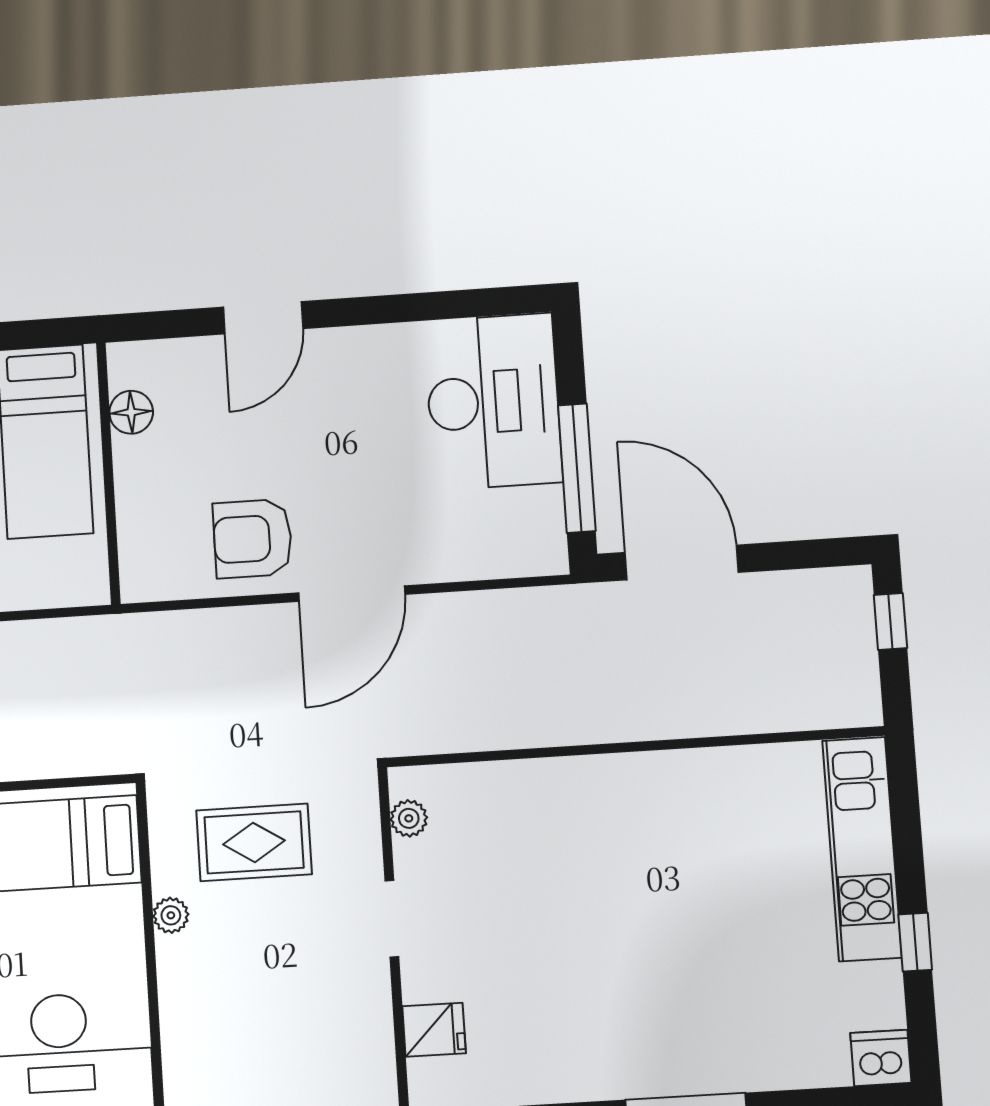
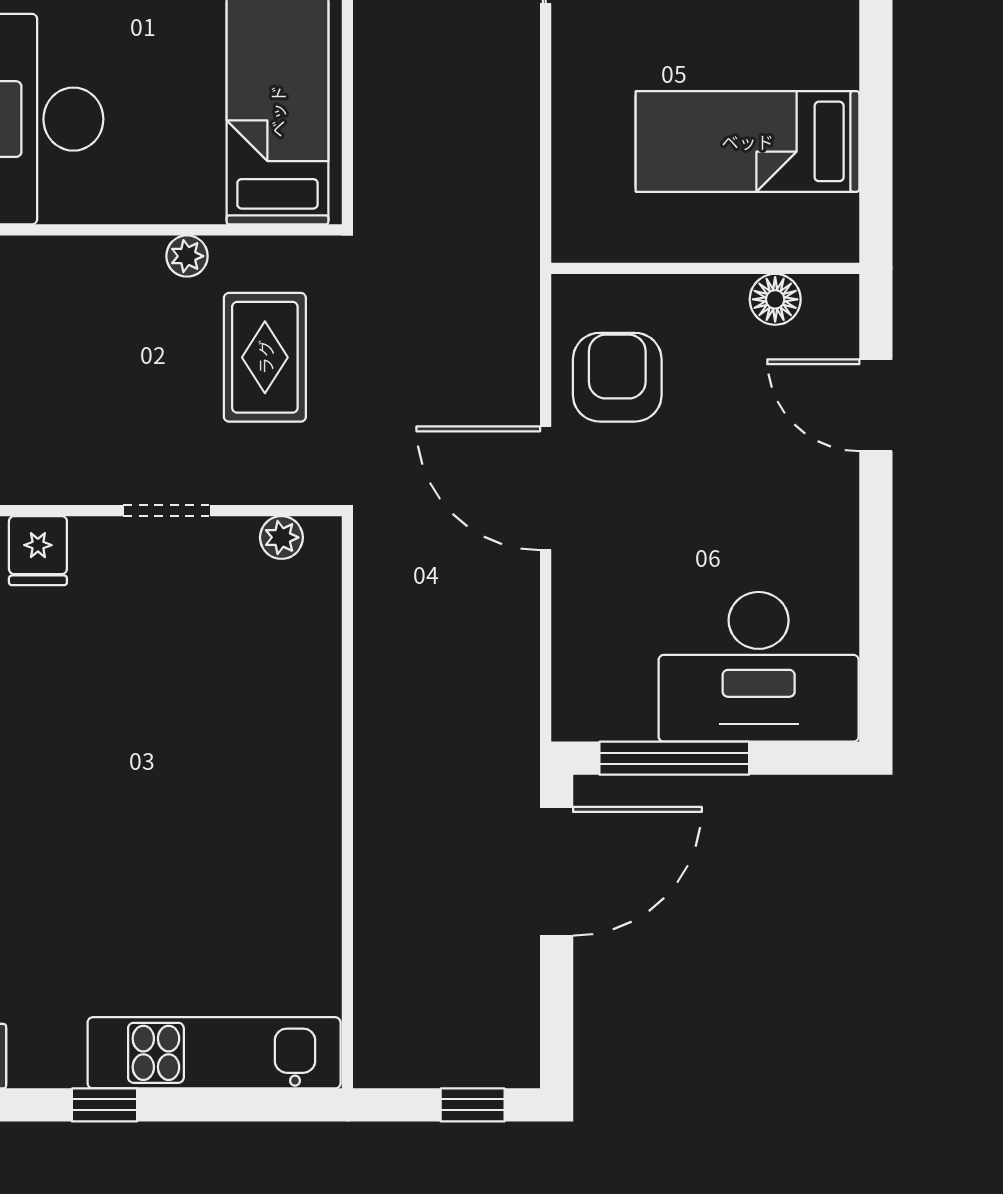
floor lamp: (131, 412) -> (775, 299), moved
wall: (108, 473) -> (705, 268), moved

